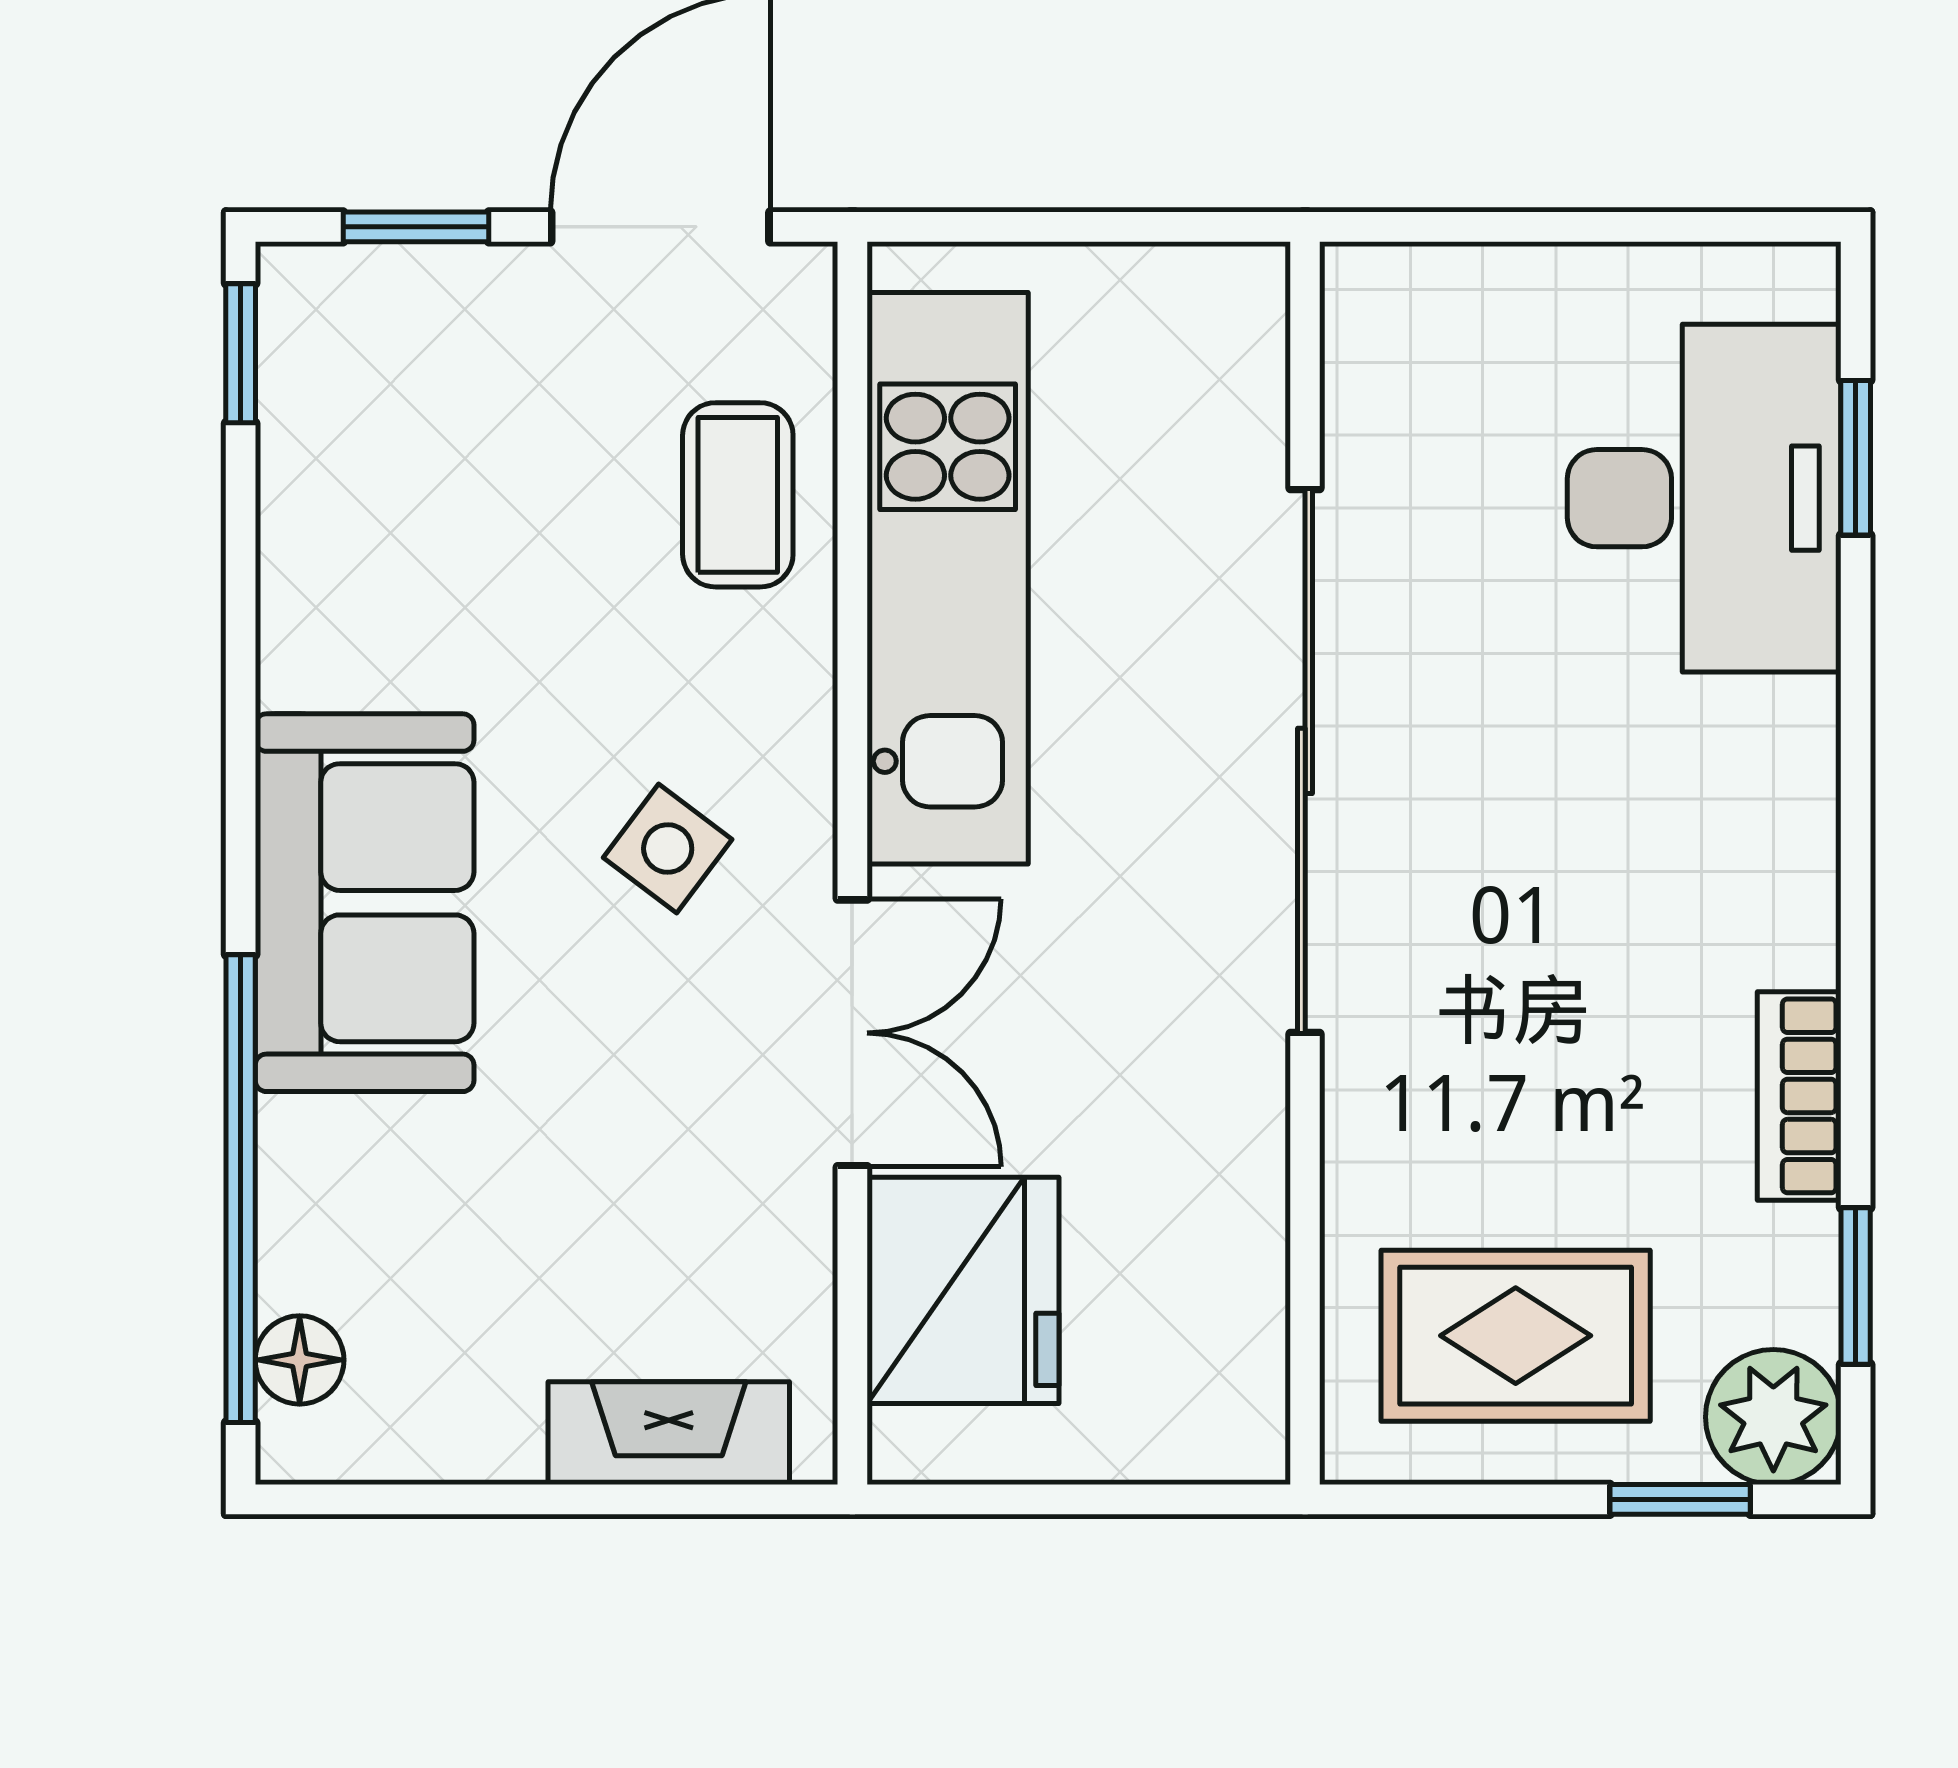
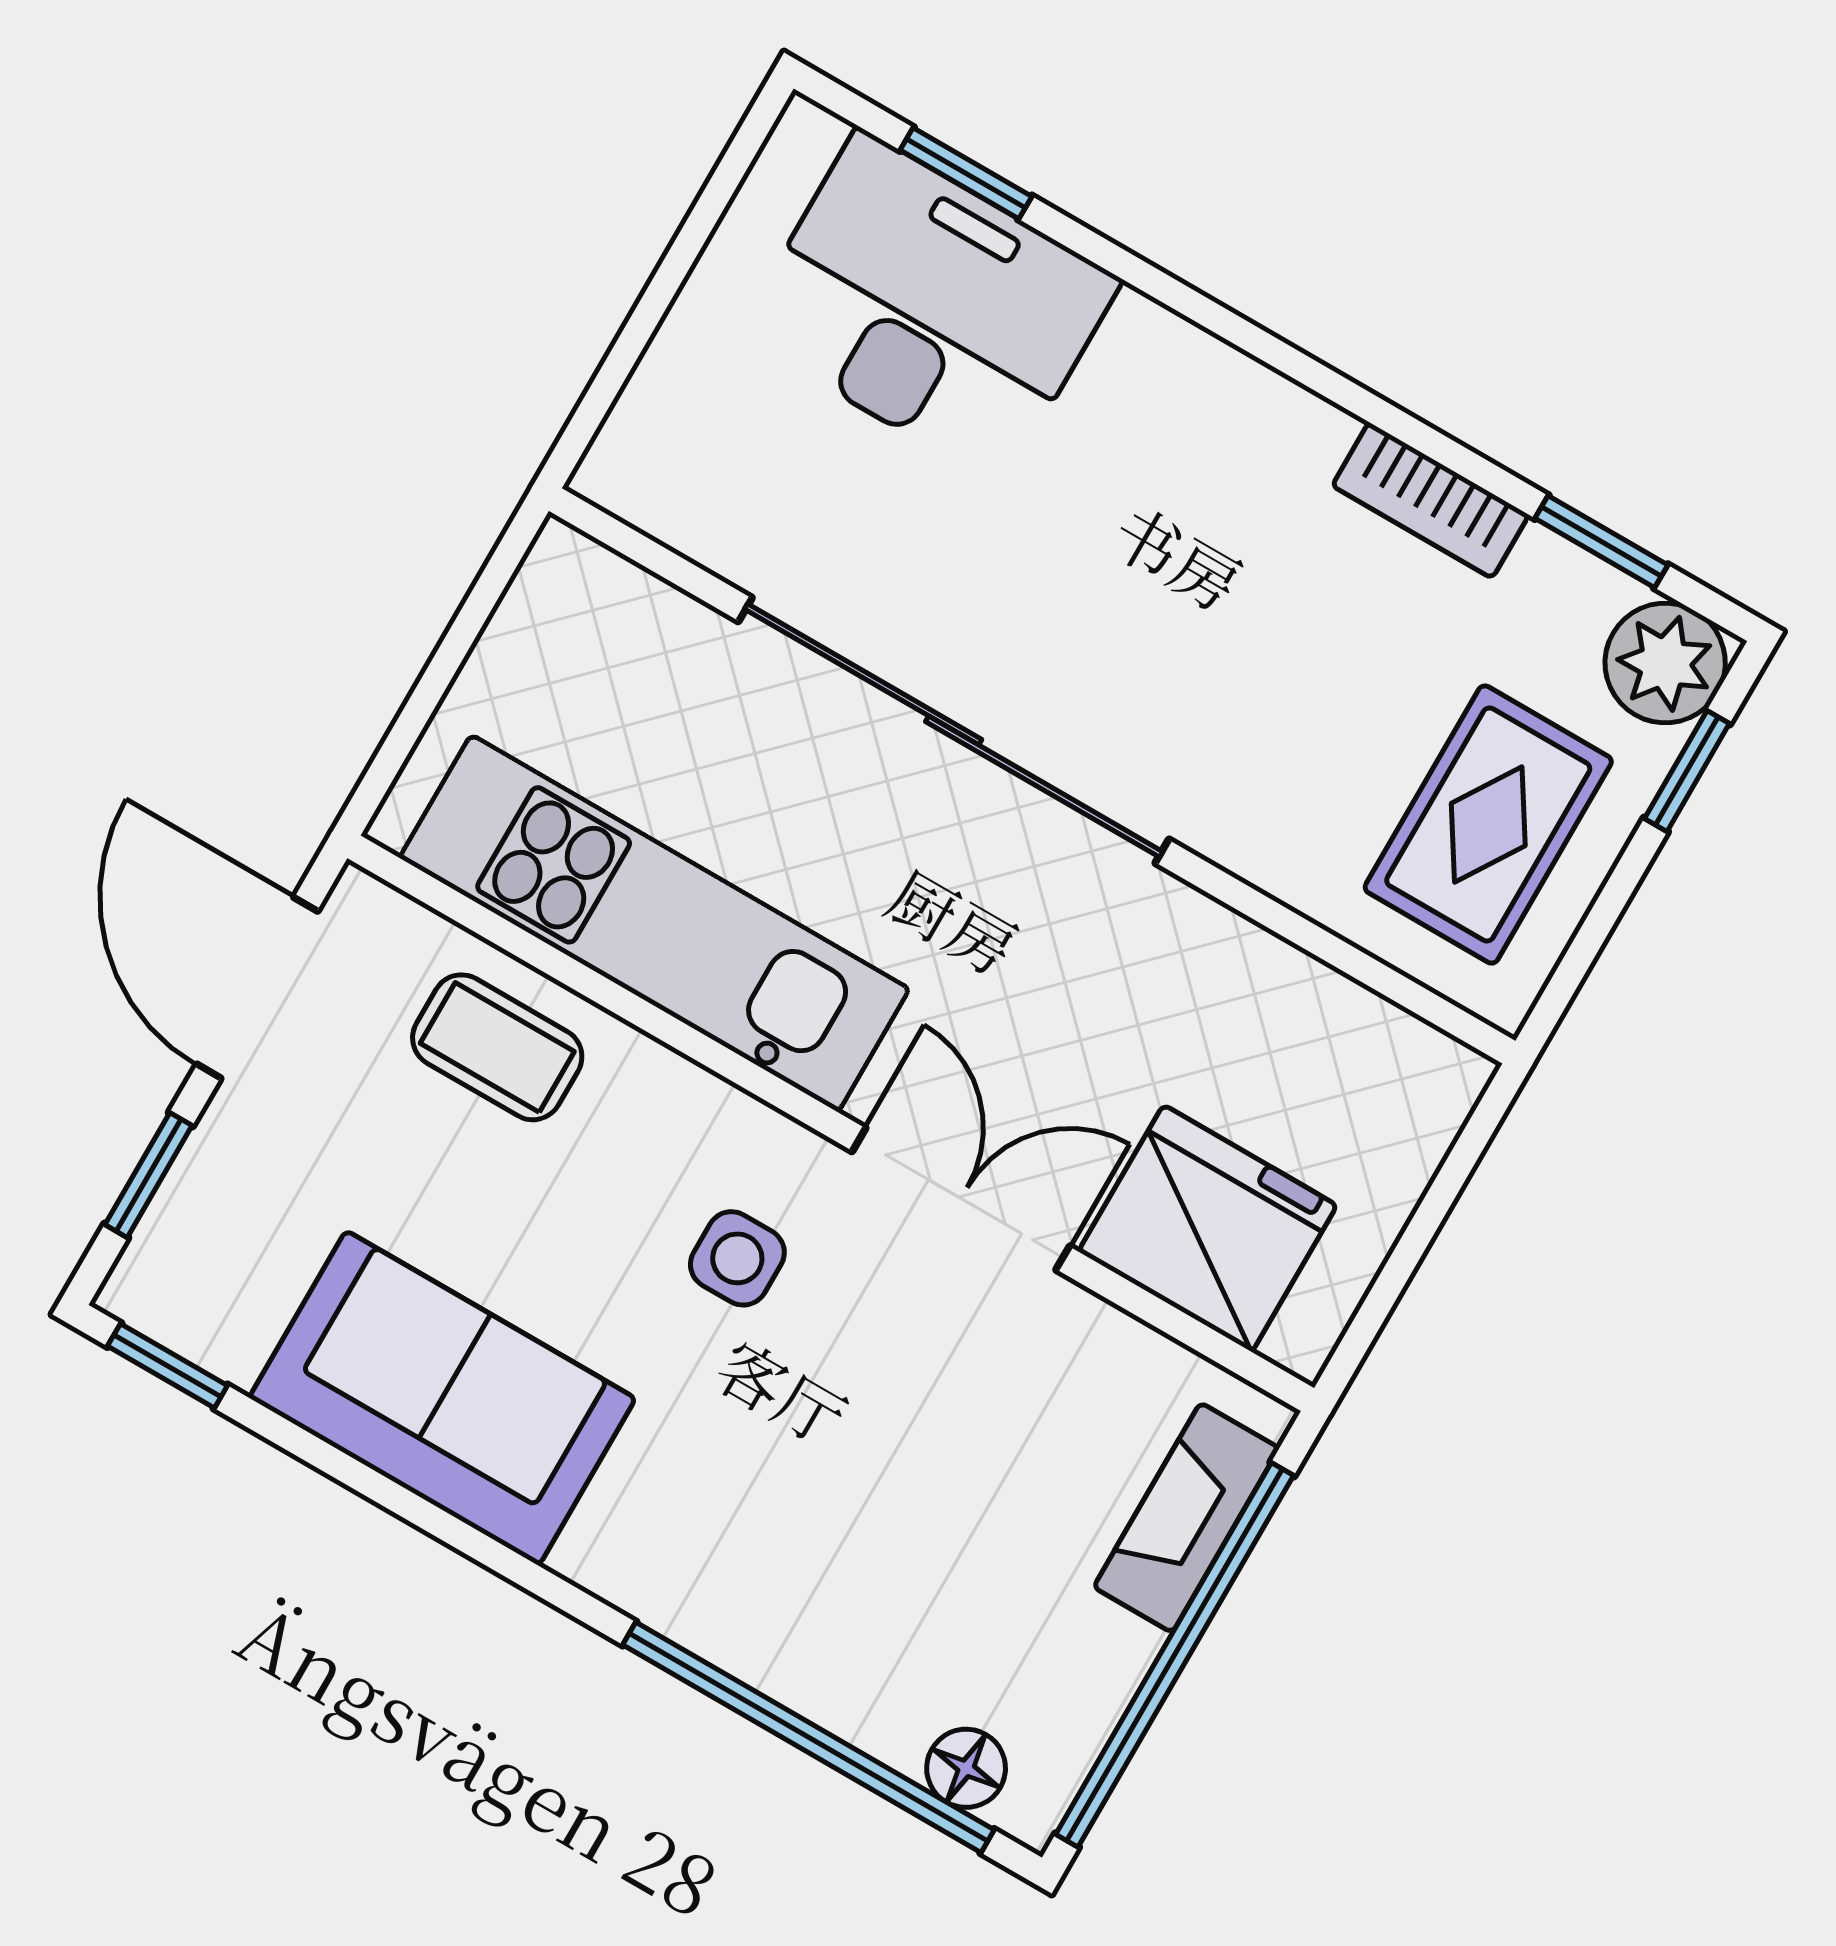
side table: (668, 848) -> (737, 1258), turned -37
sofa: (365, 903) -> (442, 1398), moved
window: (528, 1499) -> (1175, 1655), added

